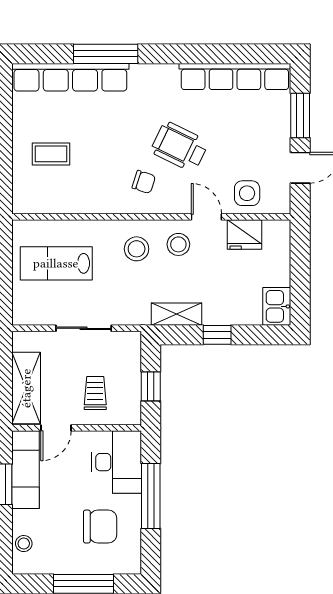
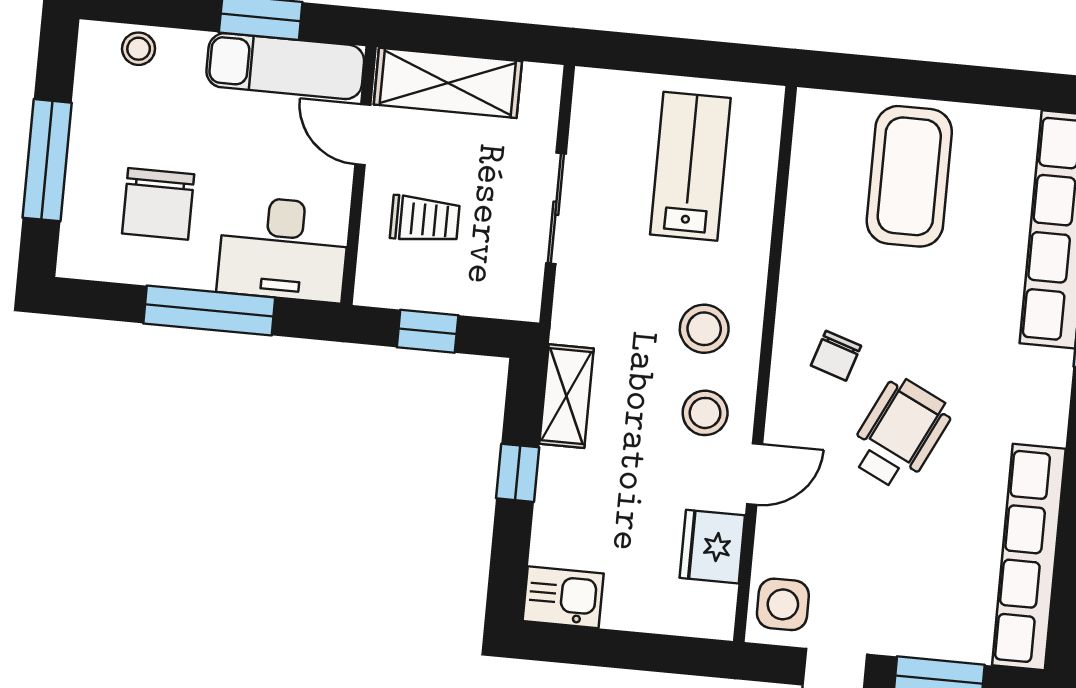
coffee table: (51, 154) -> (909, 176), width x1.86, depth x1.72
side table: (247, 193) -> (783, 604), moved

